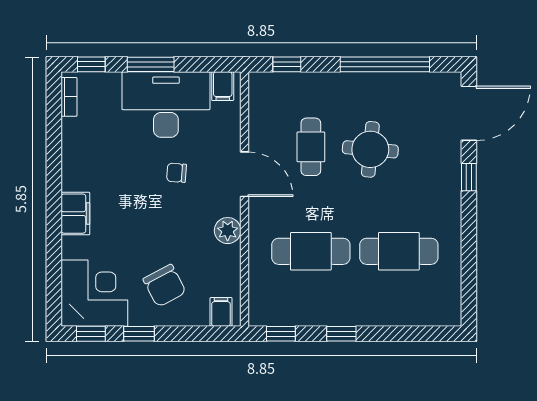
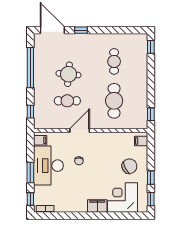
plant: (228, 231) -> (105, 138), removed
cafe table: (399, 251) -> (114, 61), width x0.73, depth x0.74
corner desk: (94, 293) -> (123, 198), moved
window: (341, 334) -> (151, 47), moved

